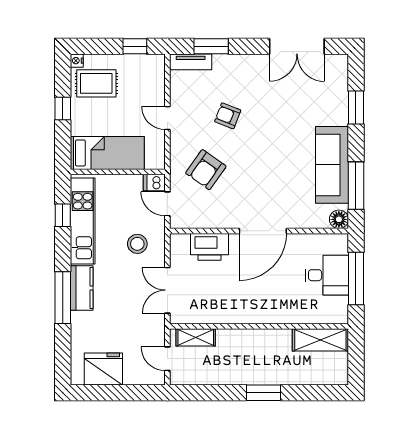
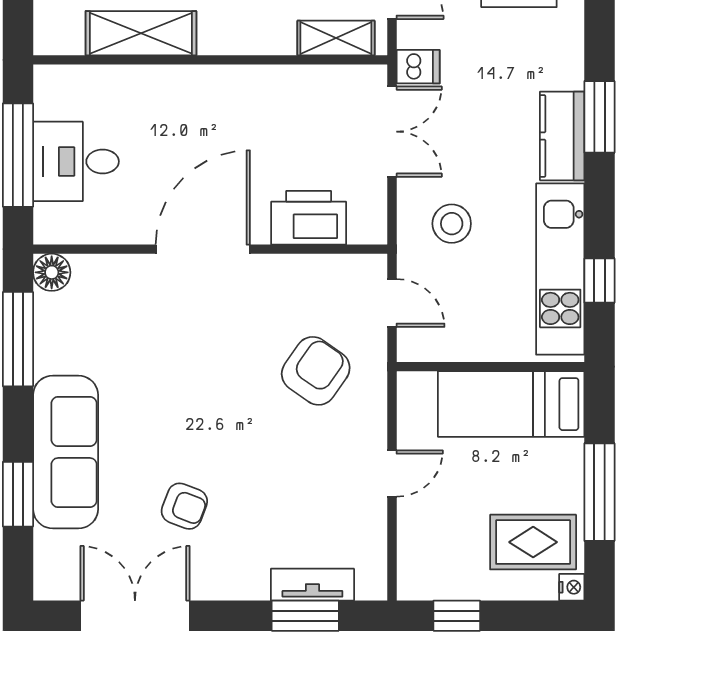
tv unit: (191, 62) -> (312, 585), moved
window: (63, 109) -> (599, 492), width x2.17
armchair: (228, 116) -> (184, 506), moved
door: (167, 118) -> (392, 473), hinge flipped
sofa: (332, 165) -> (66, 452), moved
dishwasher: (154, 183) -> (418, 67), moved
window: (63, 298) -> (599, 117), width x0.69
shelving: (320, 340) -> (141, 33), moved

